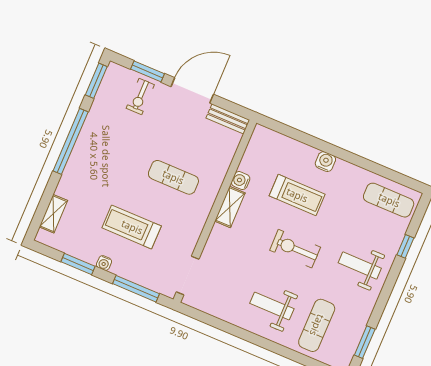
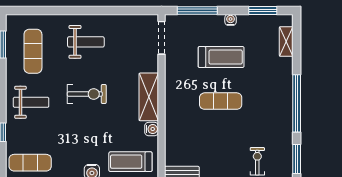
exercise mat: (173, 177) -> (221, 101), moved
treadmill: (297, 195) -> (130, 162), moved
shelving: (230, 207) -> (149, 97), width x1.50, depth x1.33
window: (78, 264) -> (263, 11), moved
exercise mat: (317, 325) -> (33, 51), moved

